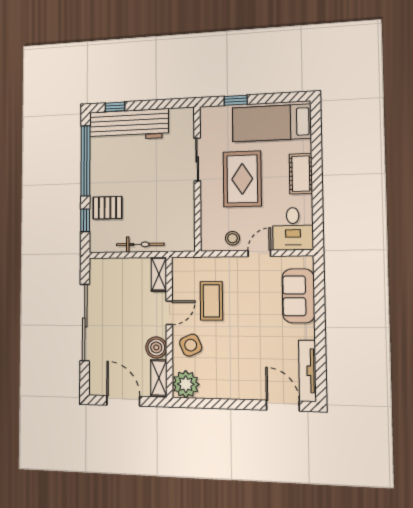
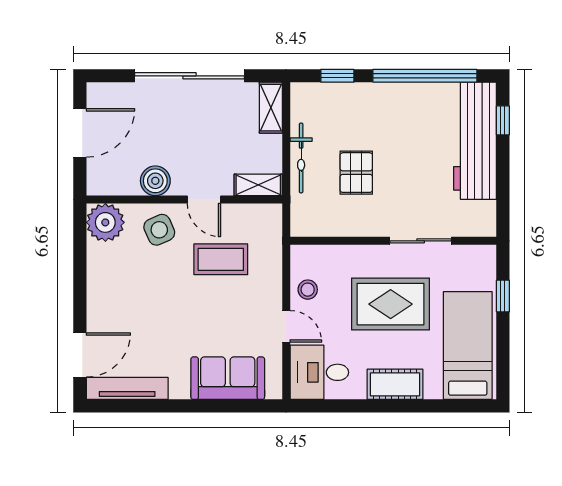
pallet: (107, 208) -> (356, 173), moved
shelving: (159, 378) -> (271, 108), moved, turned 90

